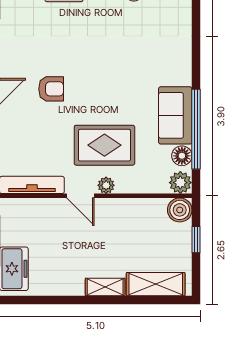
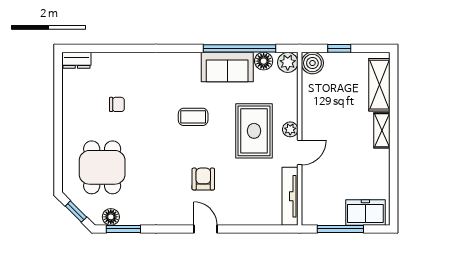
coffee table: (120, 78) -> (193, 117), added

